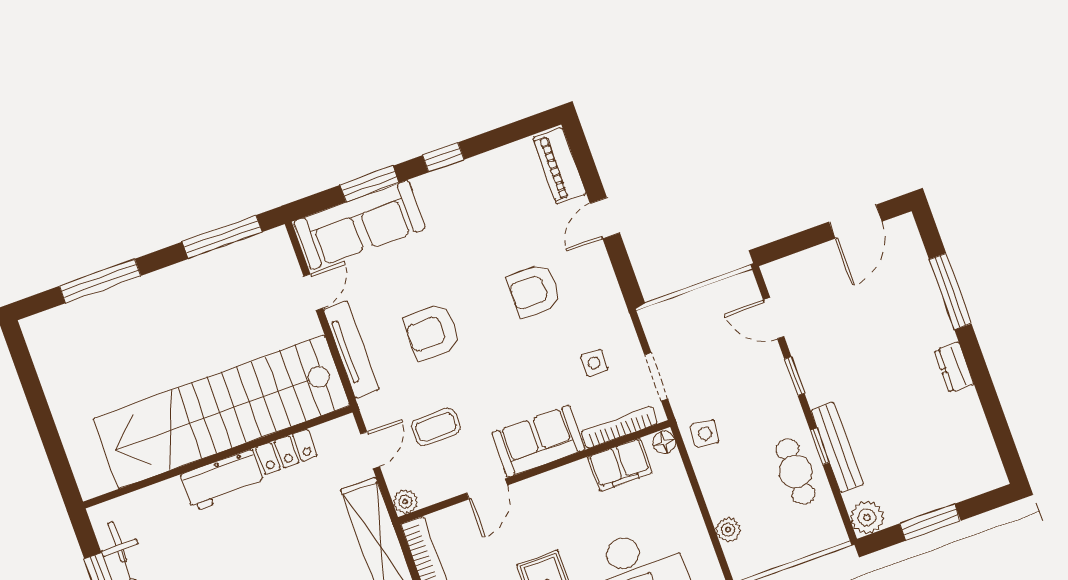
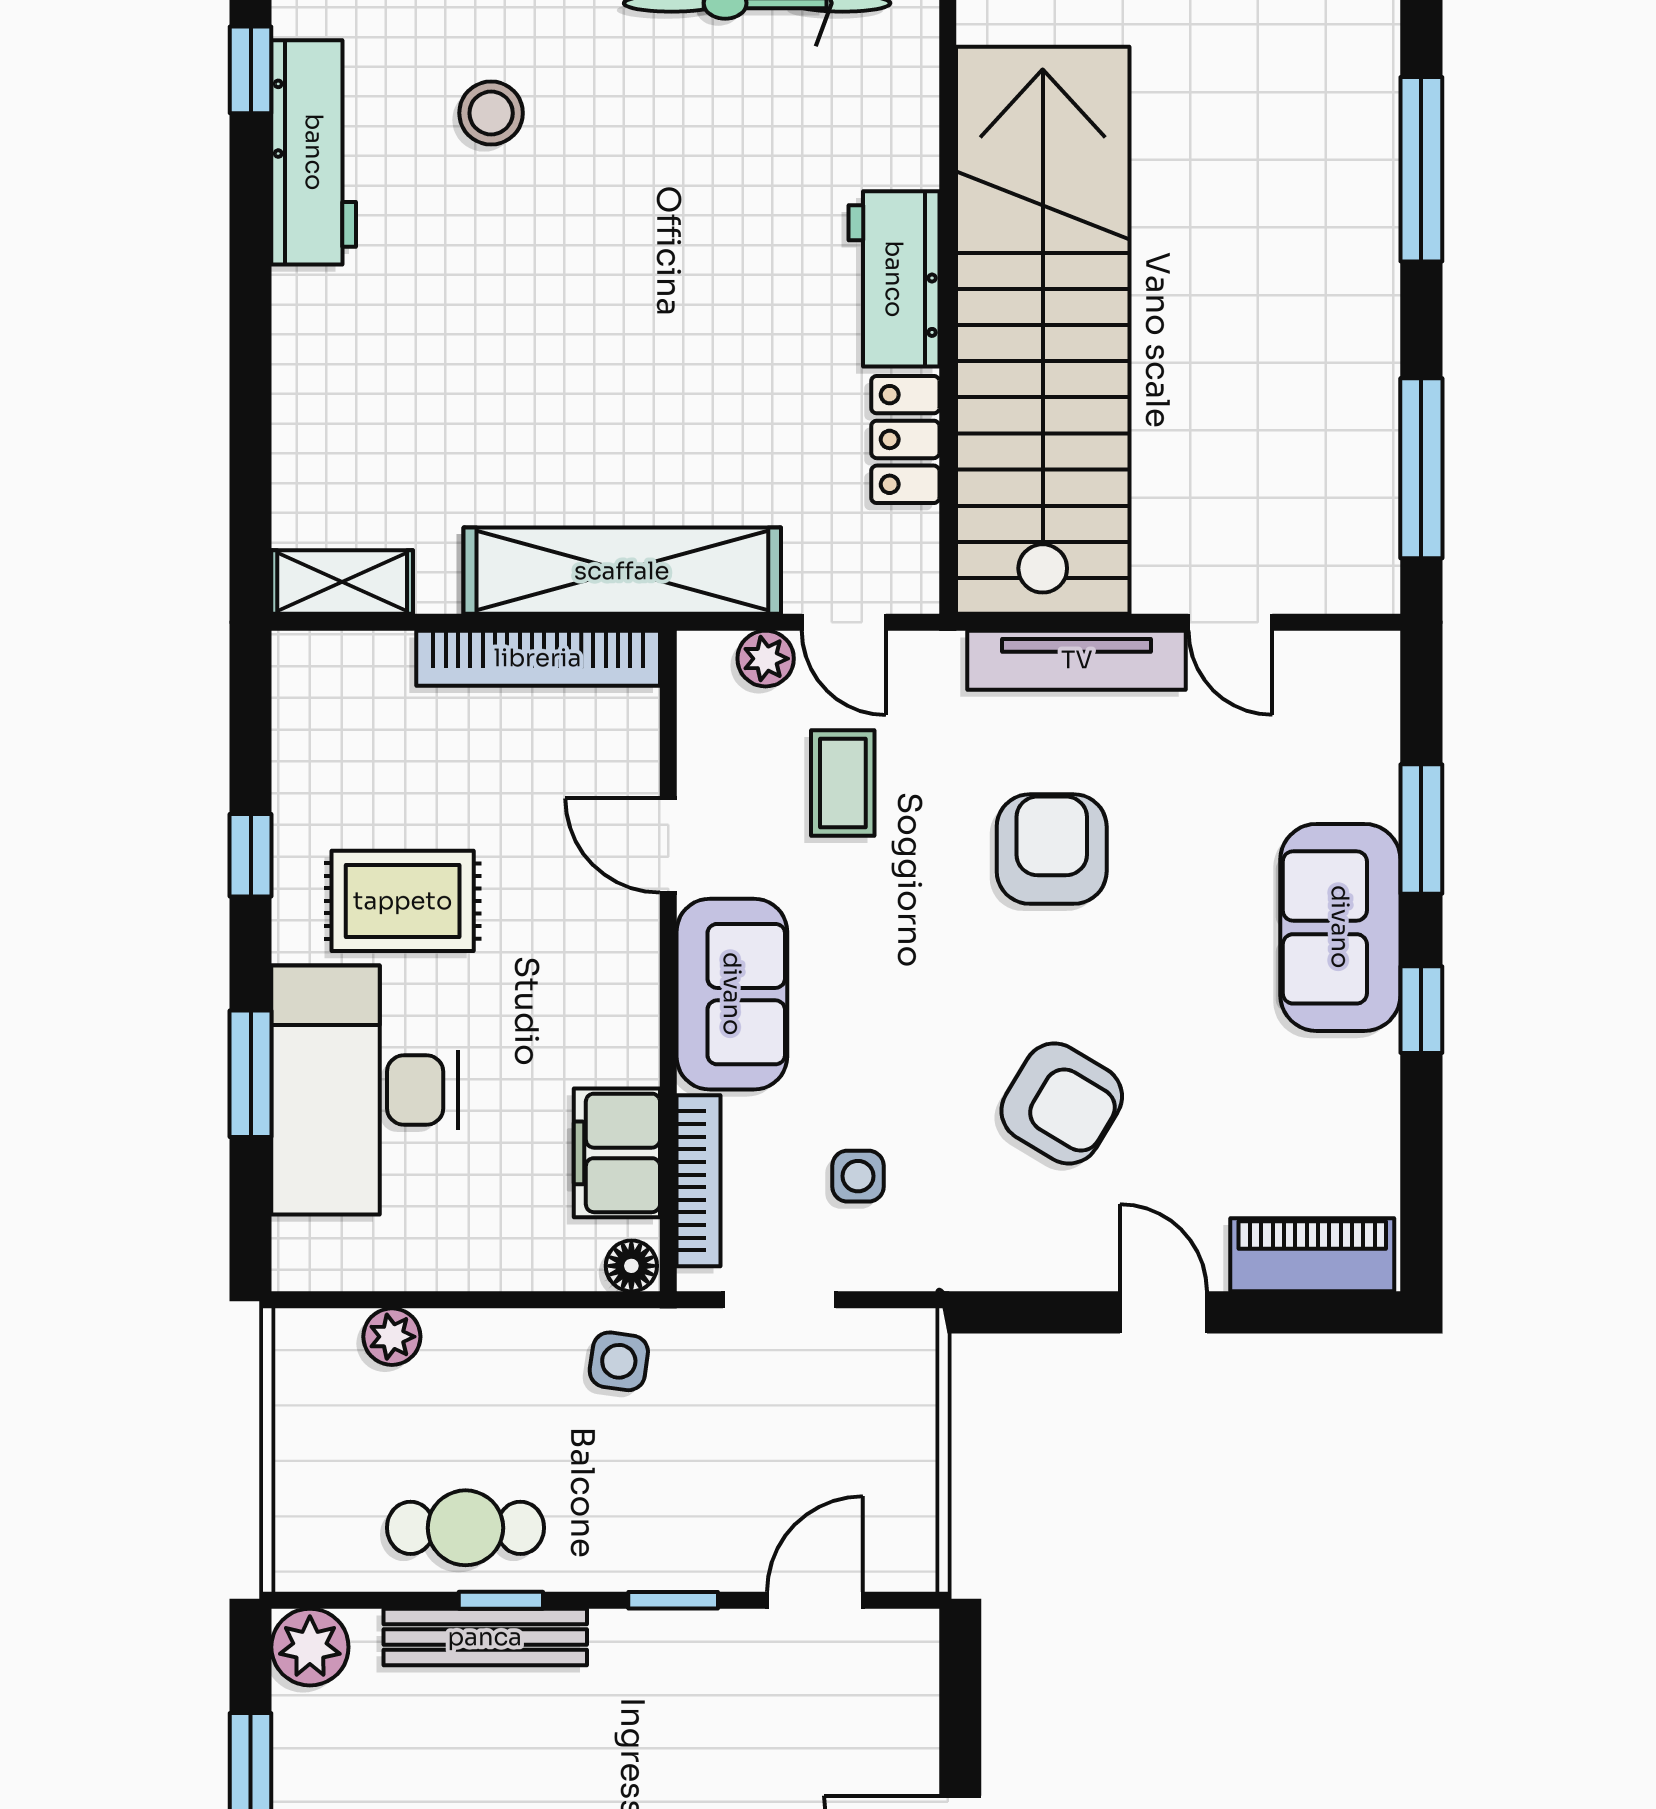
sofa: (359, 225) -> (1340, 927), moved, width x0.73
armchair: (535, 290) -> (1062, 1103), turned 121
plant: (405, 502) -> (766, 659), moved

